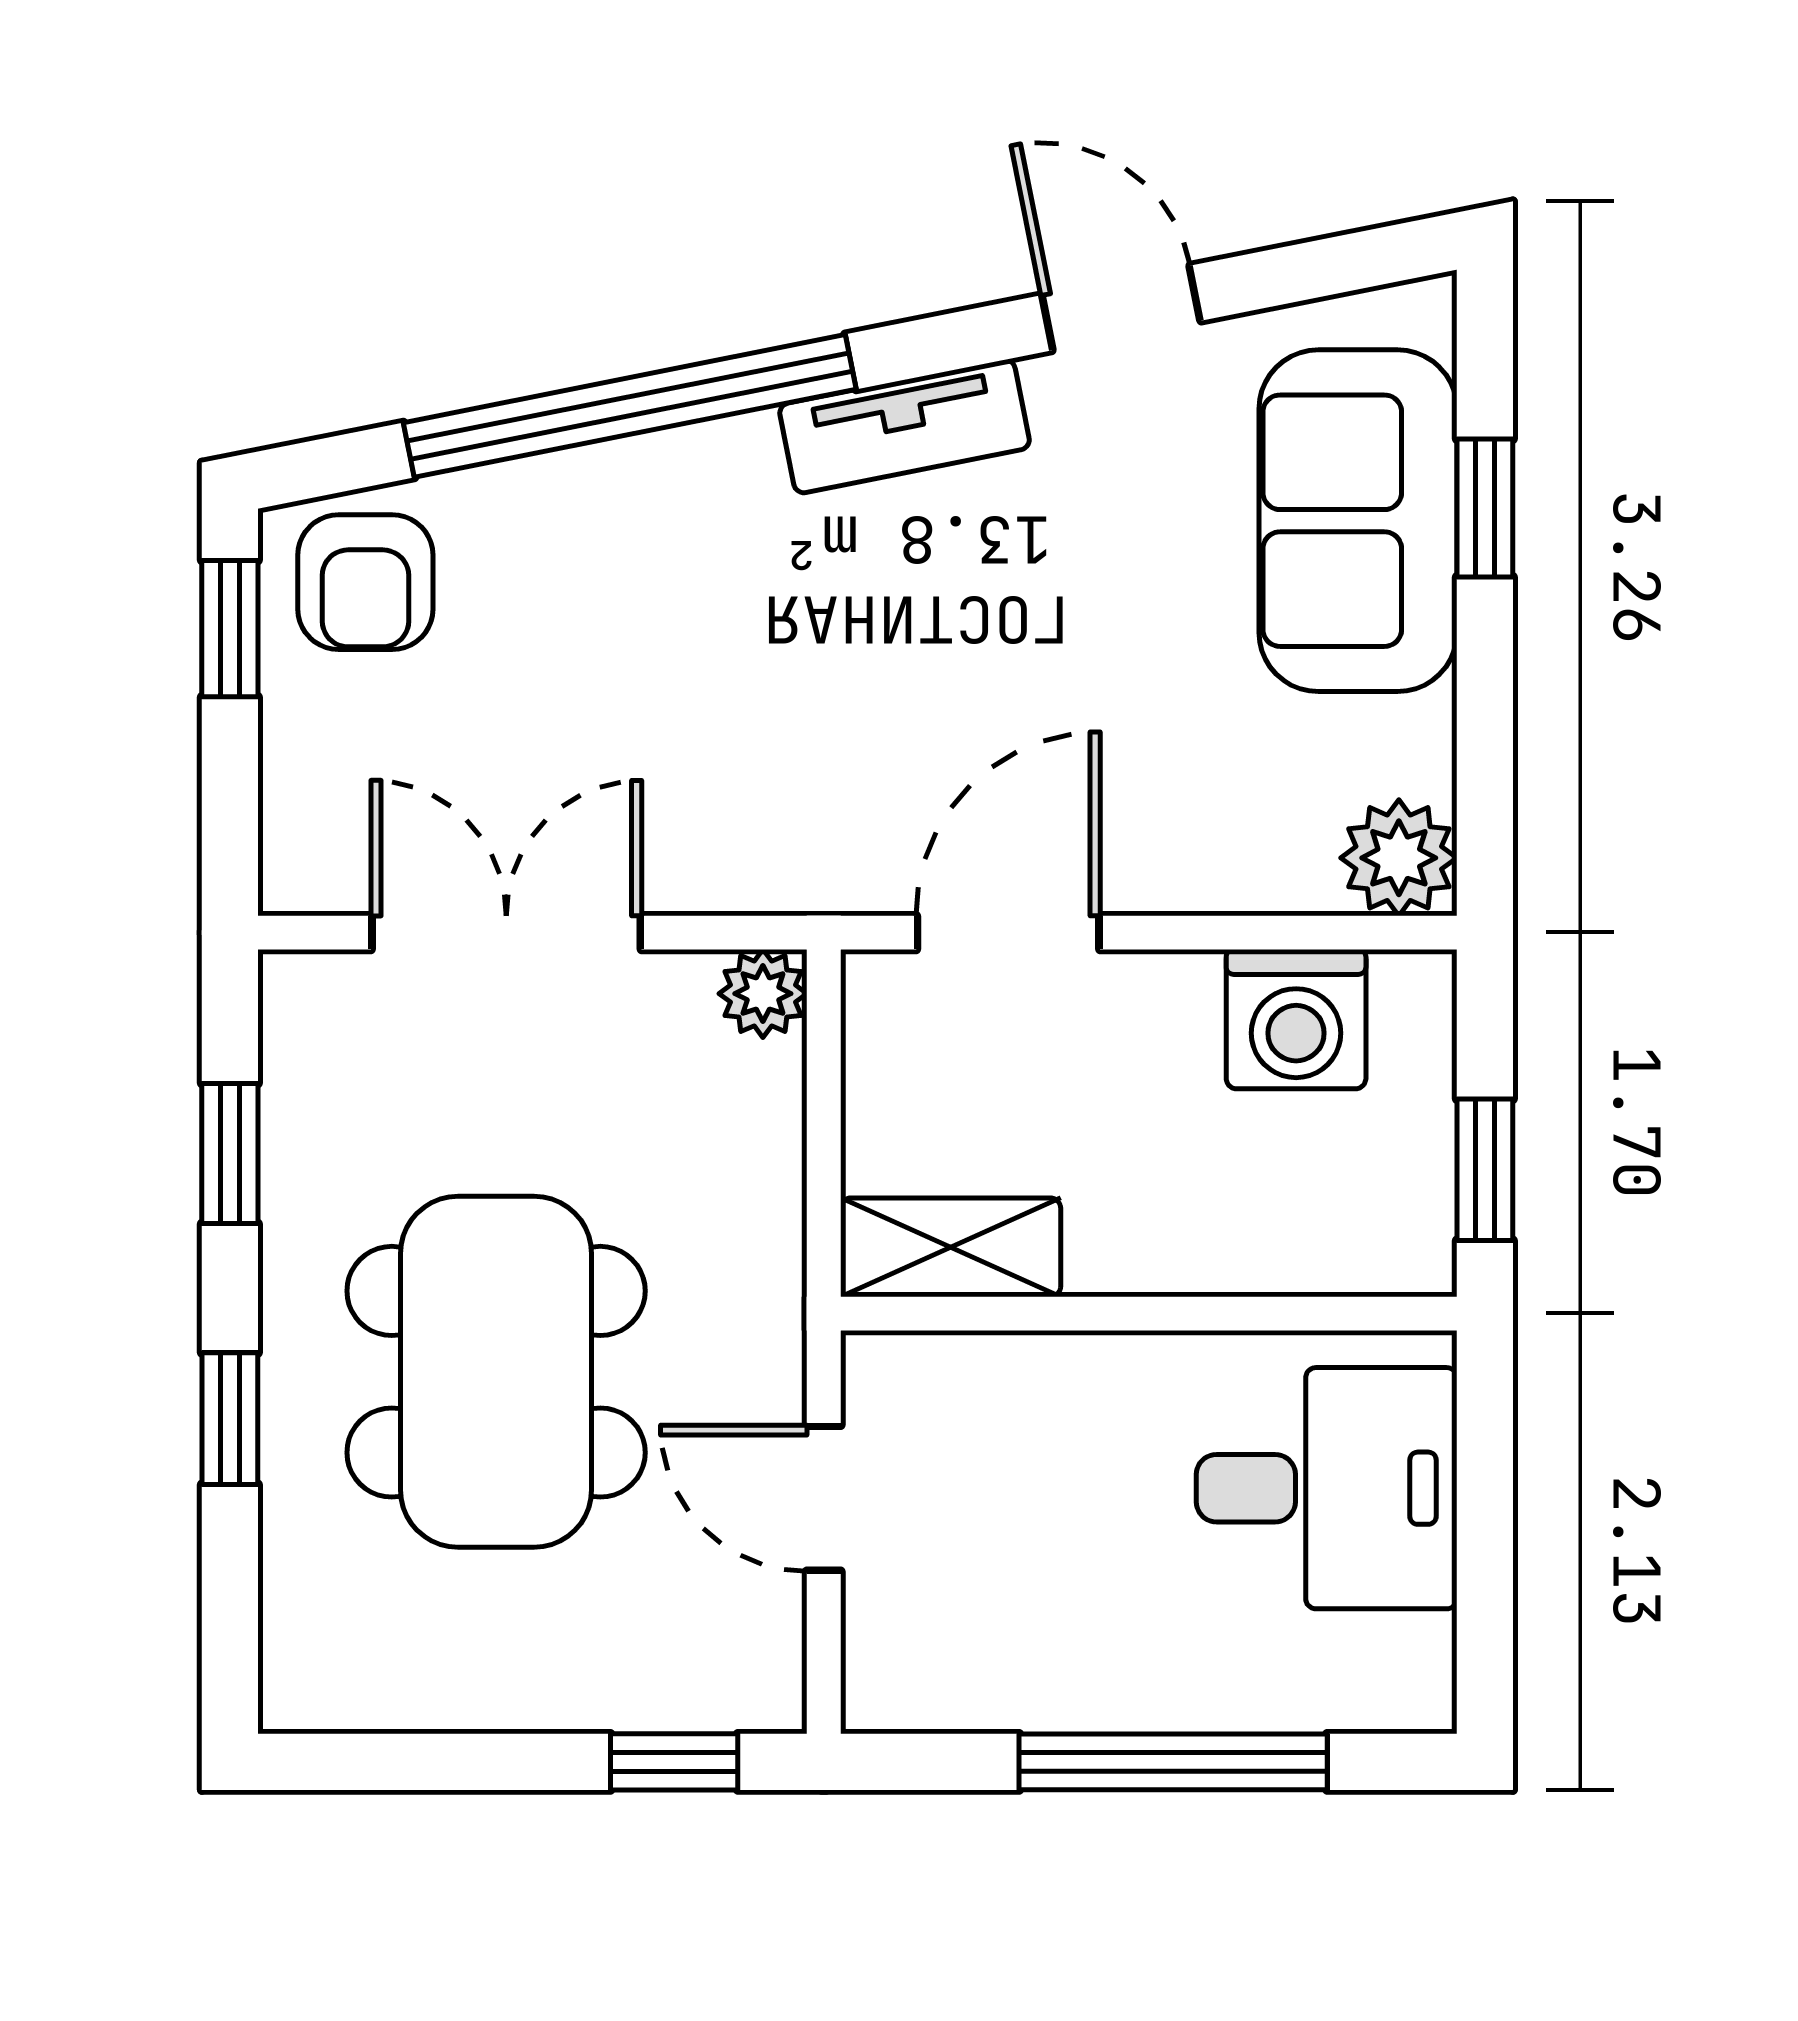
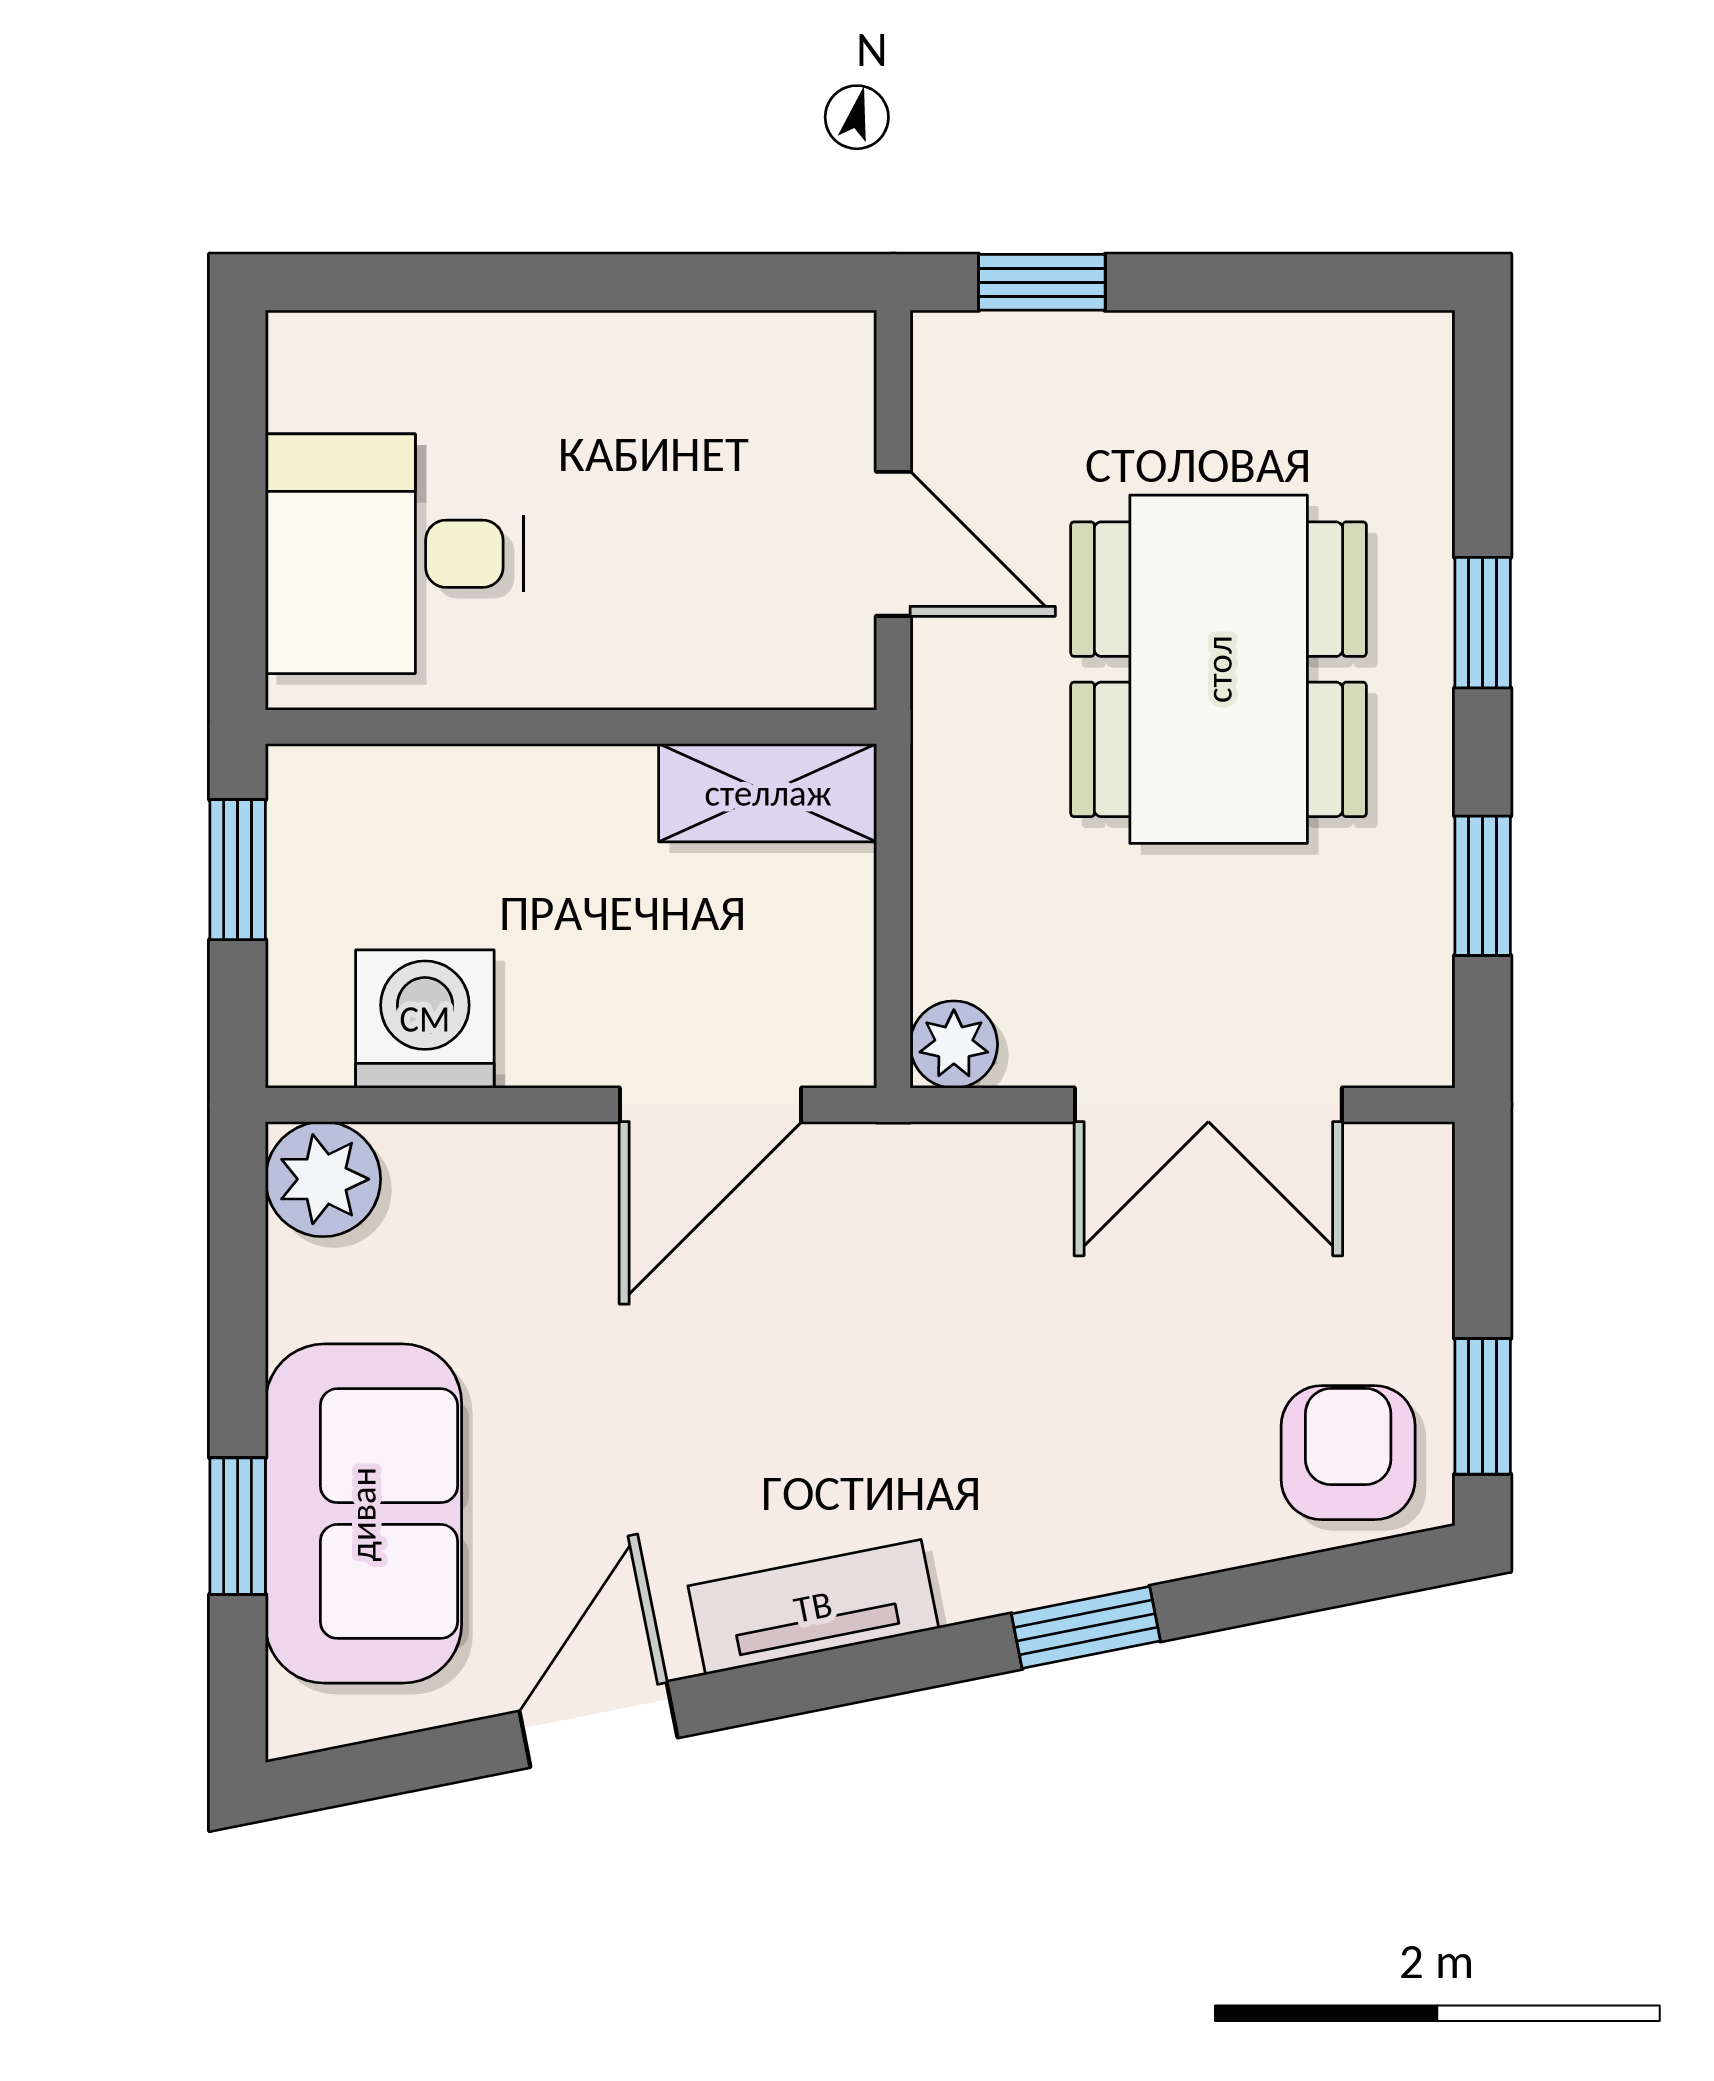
door: (1121, 308) -> (599, 1725), swing flipped
window: (630, 406) -> (1086, 1627), width x0.32
window: (1173, 1762) -> (547, 282), removed

